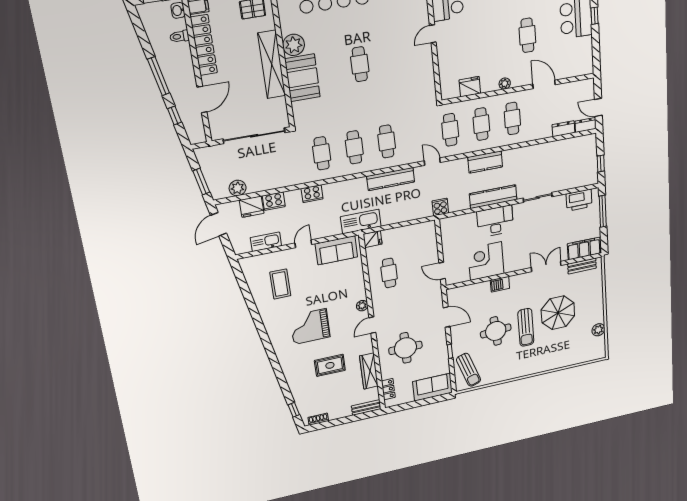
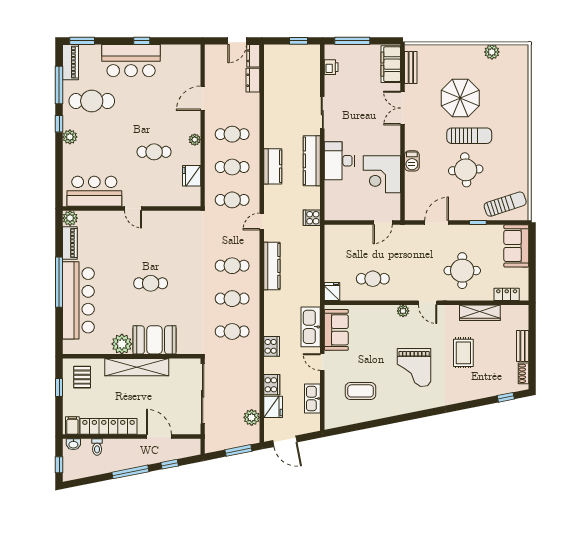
cafe table: (527, 35) -> (154, 152), moved
printer: (579, 200) -> (331, 67), width x0.53, depth x0.68
kitchen sink: (361, 221) -> (311, 327), moved
bench: (366, 407) -> (523, 346), moved

